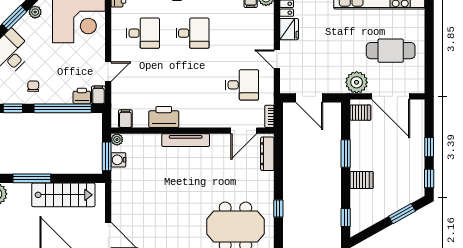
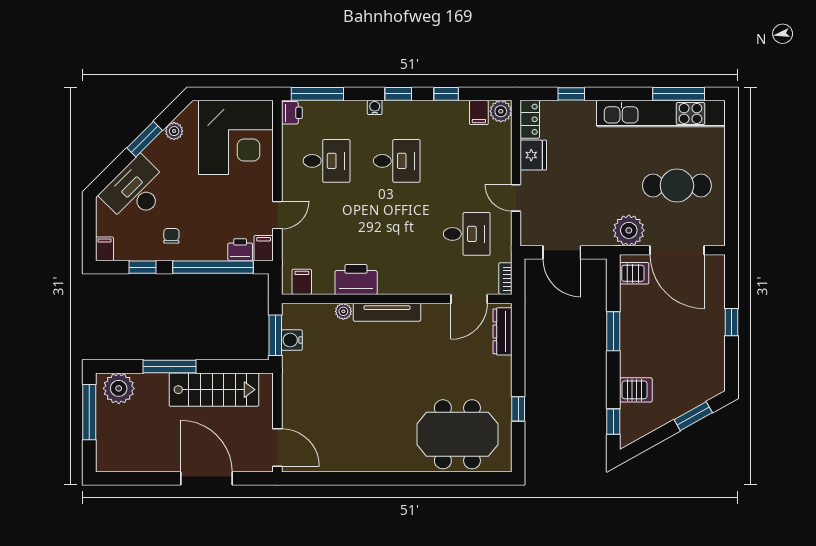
plant: (117, 140) -> (343, 311), moved
window: (429, 179) -> (731, 367), removed
server rack: (362, 180) -> (636, 390), moved

